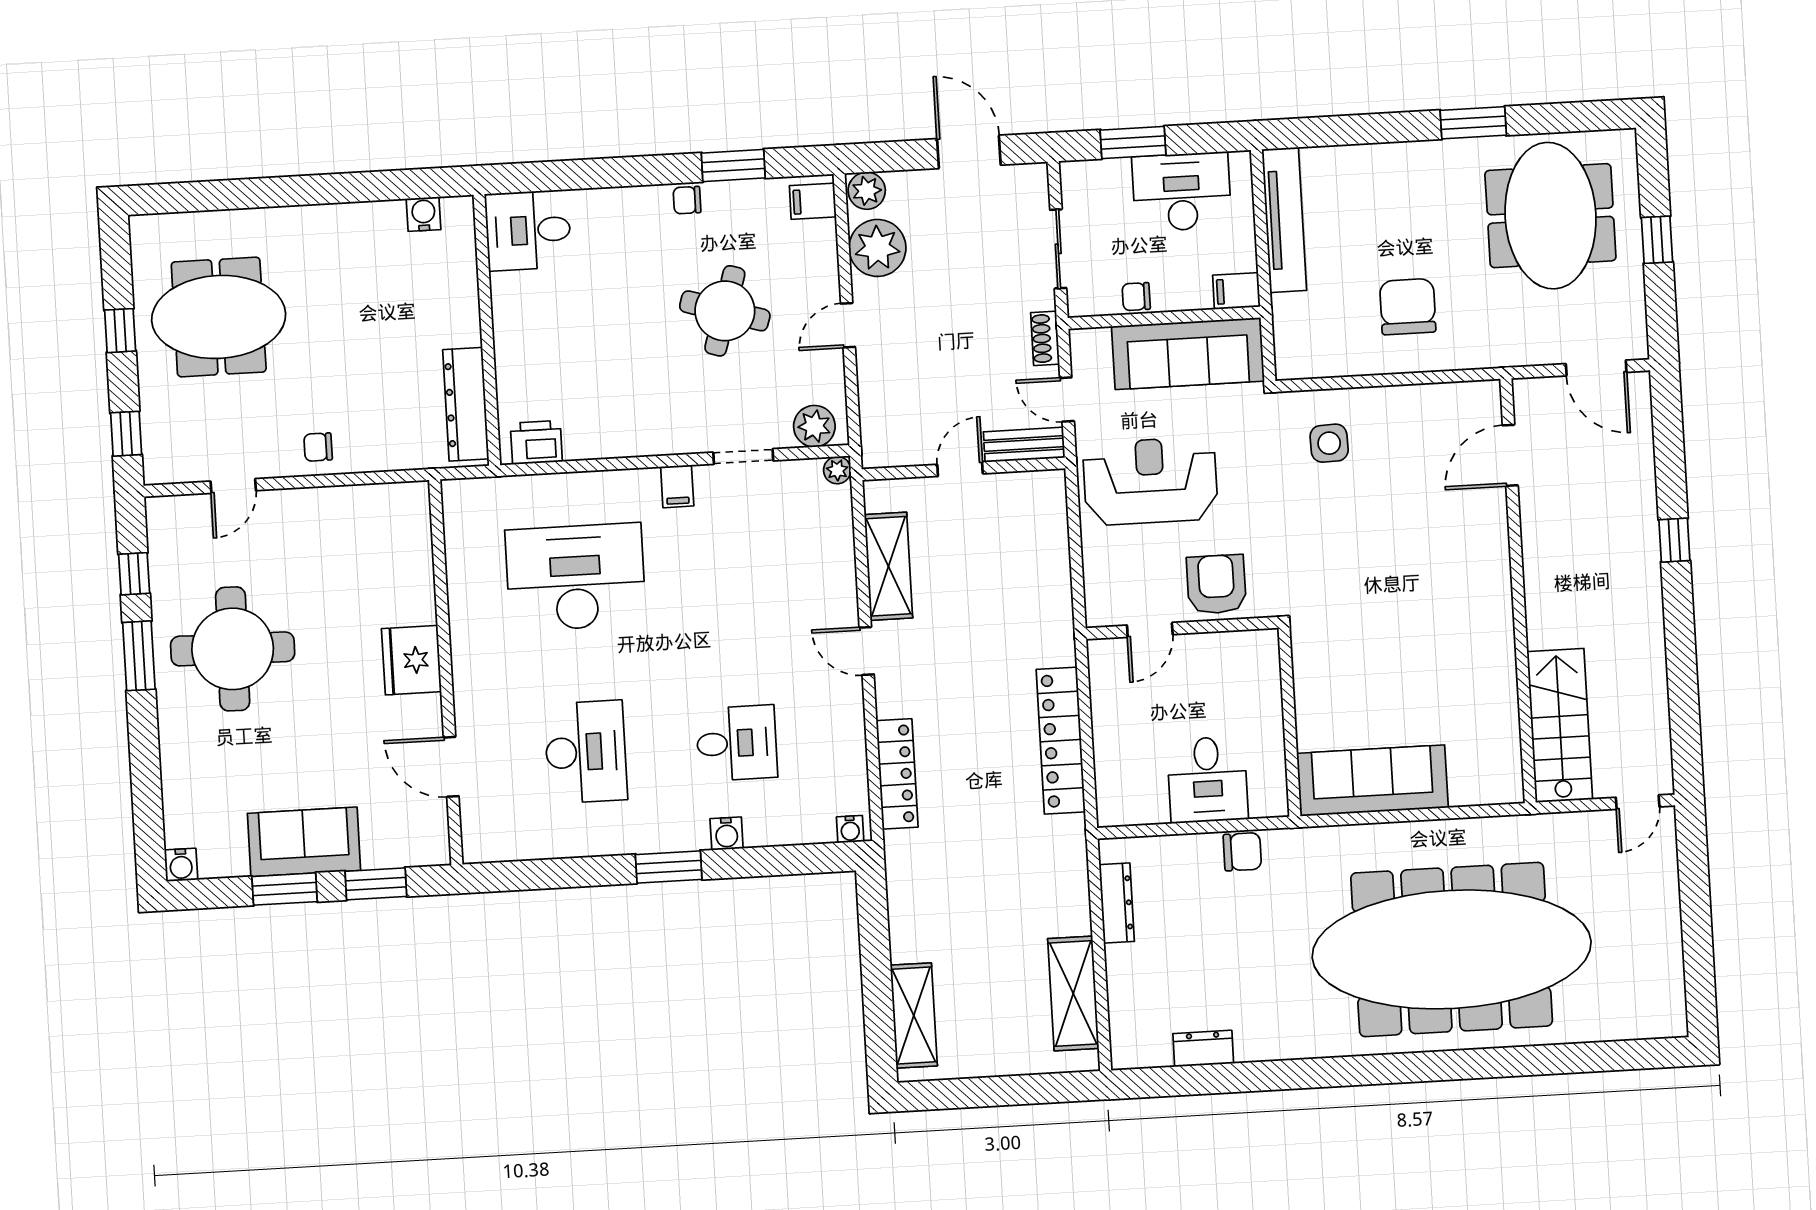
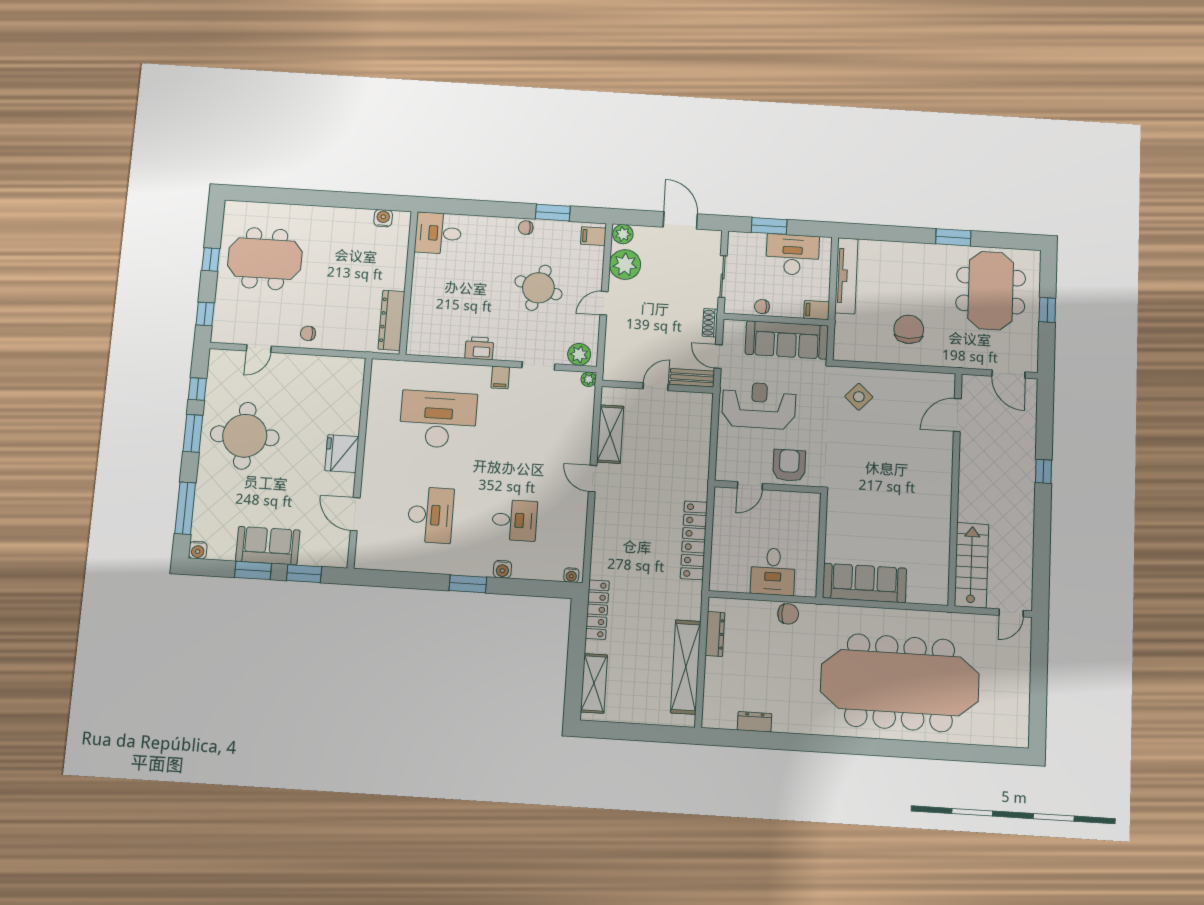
printer: (536, 442) -> (479, 348), moved
side table: (1329, 443) -> (859, 397), turned 45
locker: (897, 774) -> (597, 610), moved
window: (147, 793) -> (185, 508), added
shelving: (1073, 993) -> (686, 667), width x1.47

